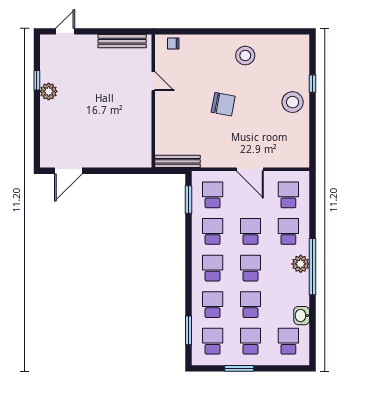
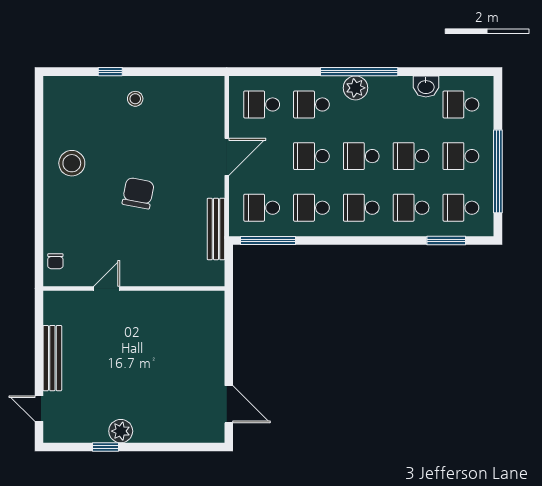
bench: (122, 41) -> (52, 358), moved
stool: (293, 102) -> (135, 99), width x0.53, depth x0.53
bench: (177, 161) -> (216, 229), moved
window: (188, 199) -> (268, 241), width x1.44
window: (239, 368) -> (498, 171), width x2.11

